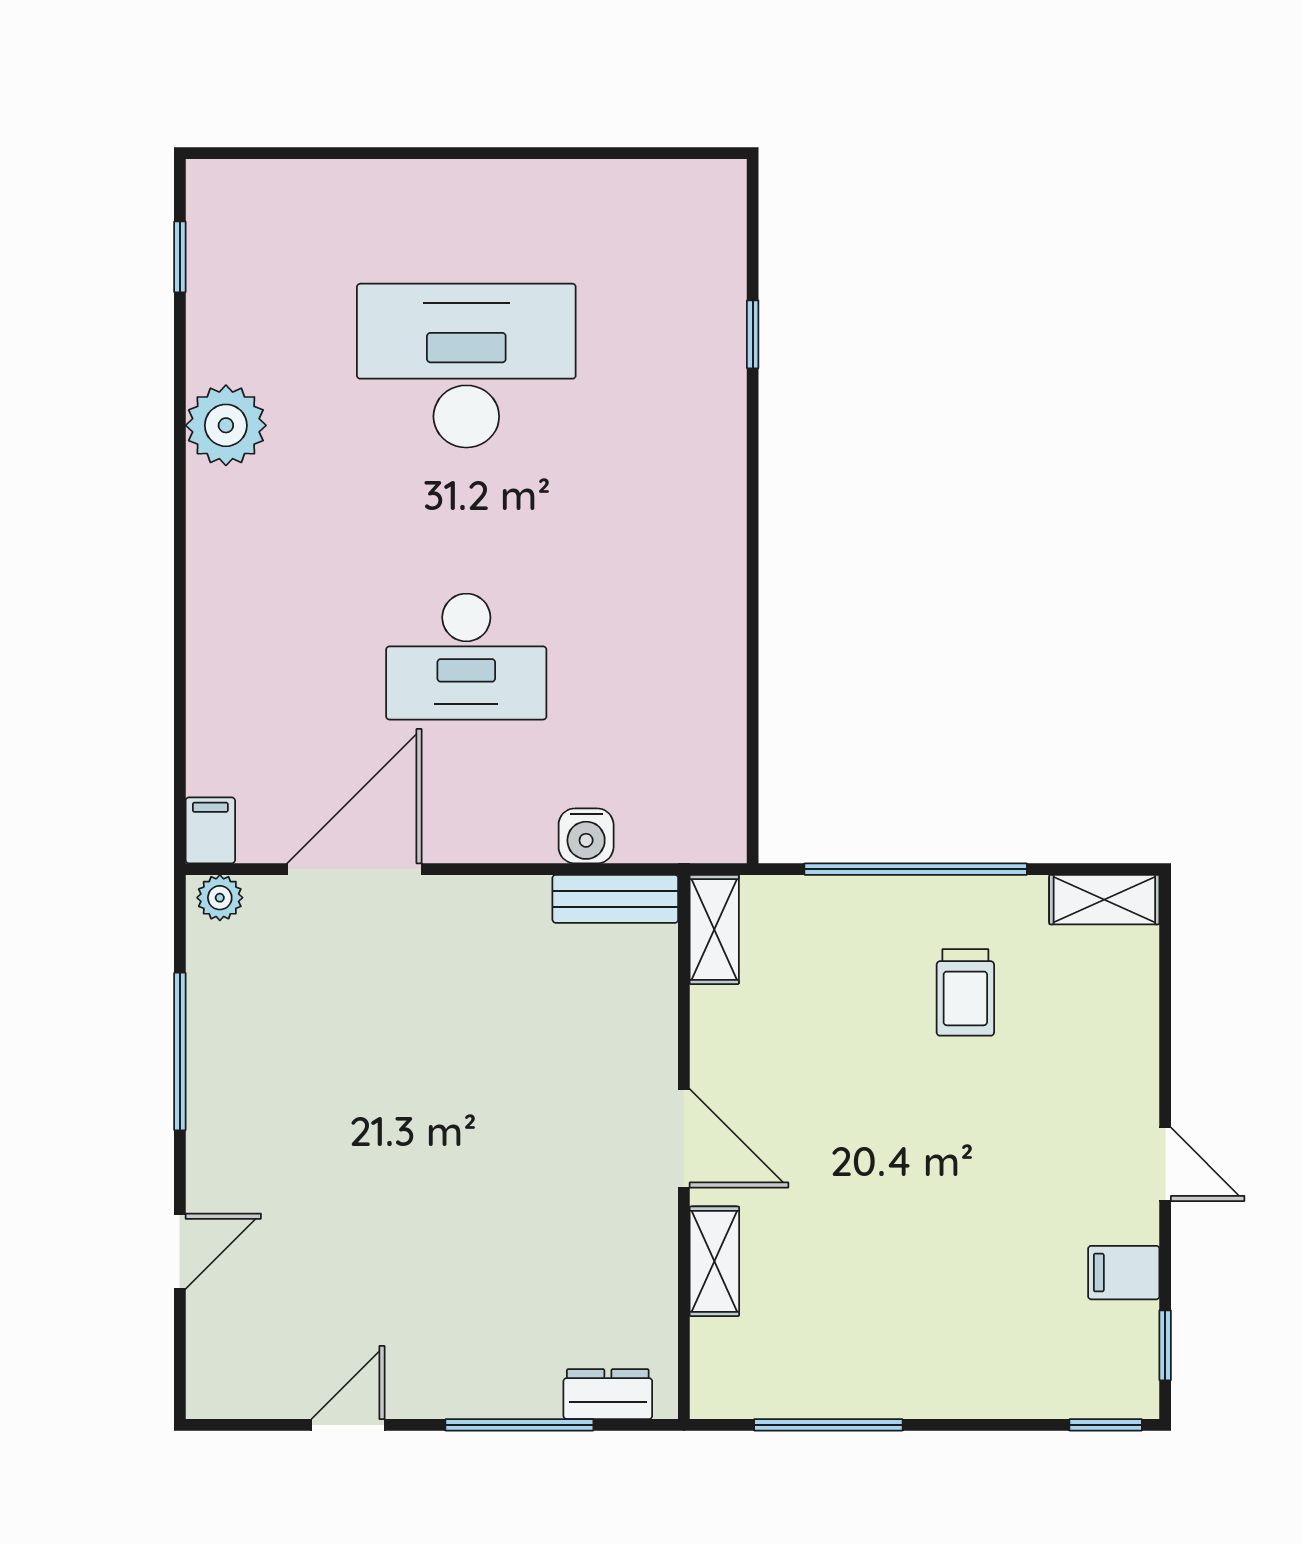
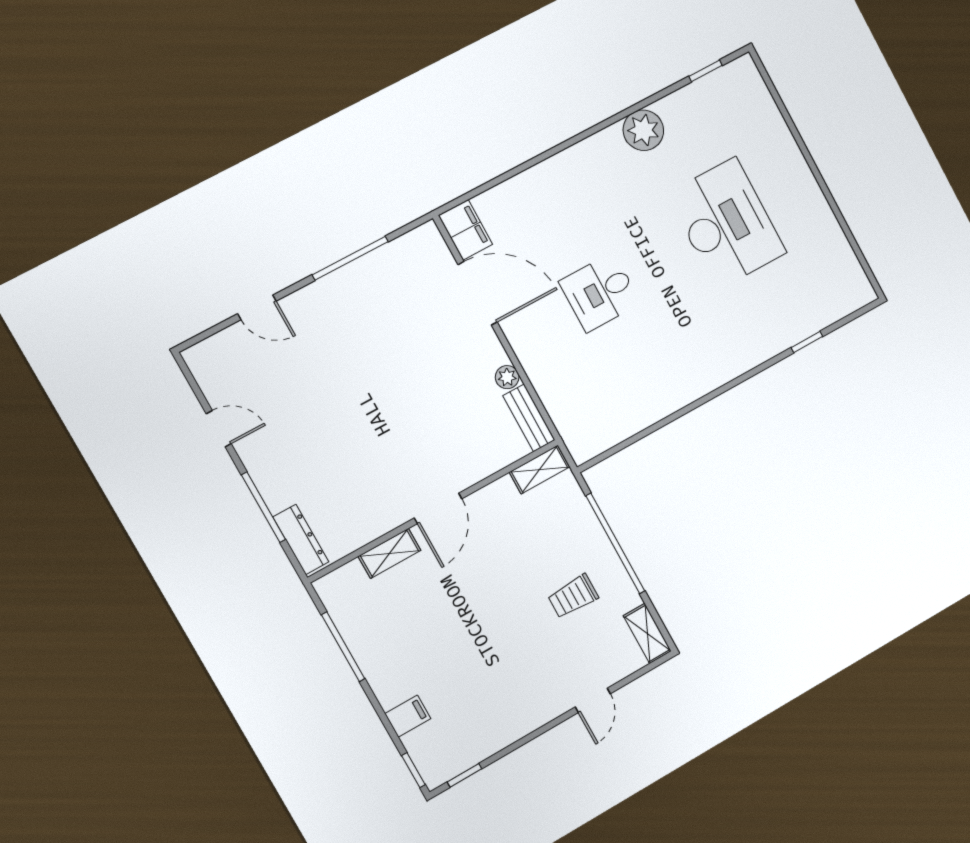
desk: (466, 657) -> (600, 292), width x0.73
filing cabinet: (210, 830) -> (465, 230), width x2.00
water cooler: (586, 836) -> (550, 389), removed
plant: (220, 898) -> (507, 377), moved
door: (1165, 1164) -> (593, 700), moved
filing cabinet: (1124, 1273) -> (408, 716), moved, turned 90
dresser: (608, 1394) -> (301, 539), width x1.44

